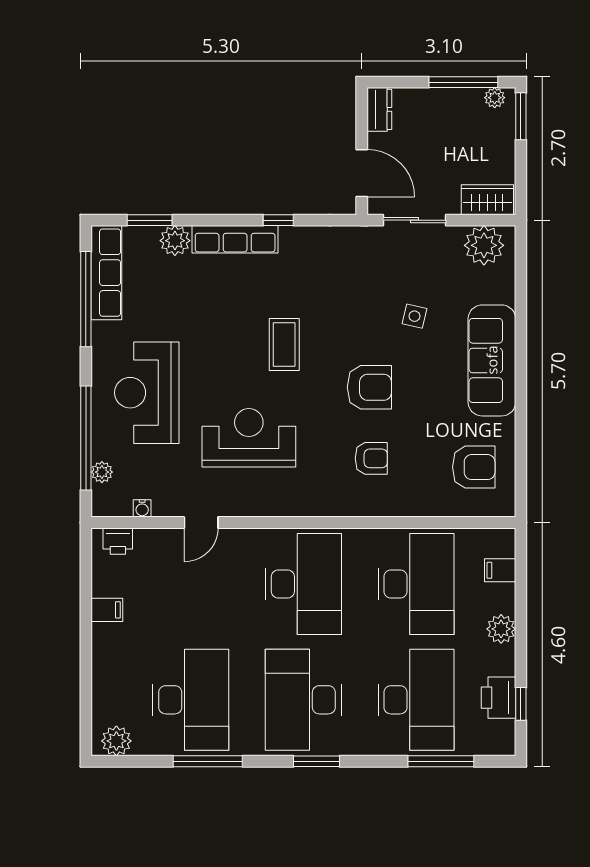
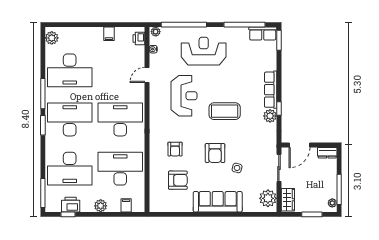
window: (521, 116) -> (312, 214), moved
window: (150, 220) -> (279, 40), moved
plant: (175, 241) -> (270, 116), moved
row of seats: (106, 273) -> (263, 34), width x0.68
coffee table: (284, 345) -> (225, 111), width x1.36, depth x1.32
armchair: (369, 387) -> (215, 153), moved
armchair: (474, 467) -> (178, 180), moved, turned -90
plant: (102, 472) -> (156, 32), moved
door: (201, 523) -> (147, 75), hinge flipped
desk: (303, 584) -> (120, 119), turned 180
desk: (416, 584) -> (120, 169), turned 180
window: (208, 761) -> (43, 94), moved
window: (441, 761) -> (43, 193), moved

